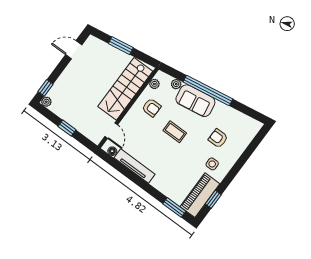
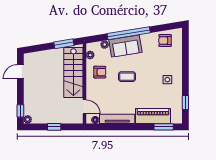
window: (121, 46) -> (64, 44), moved
armchair: (218, 138) -> (165, 41), moved
piano: (200, 195) -> (153, 116), moved, turned 90

